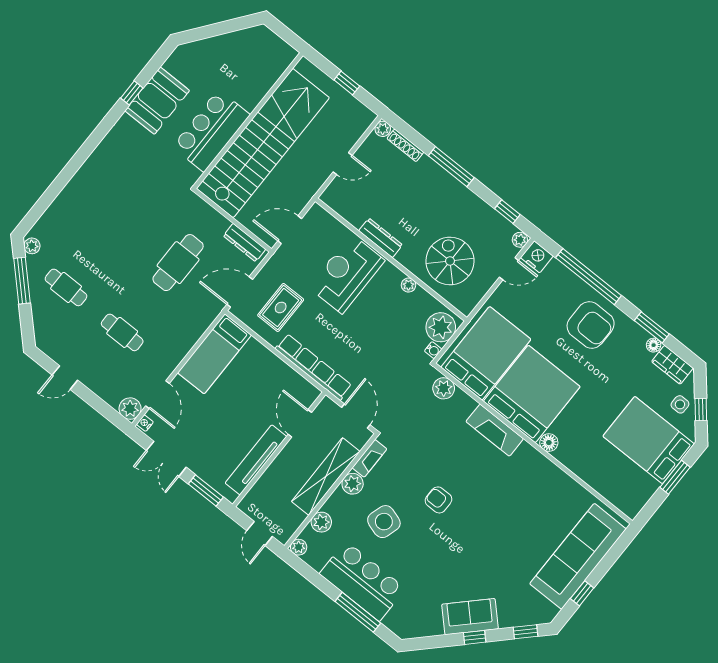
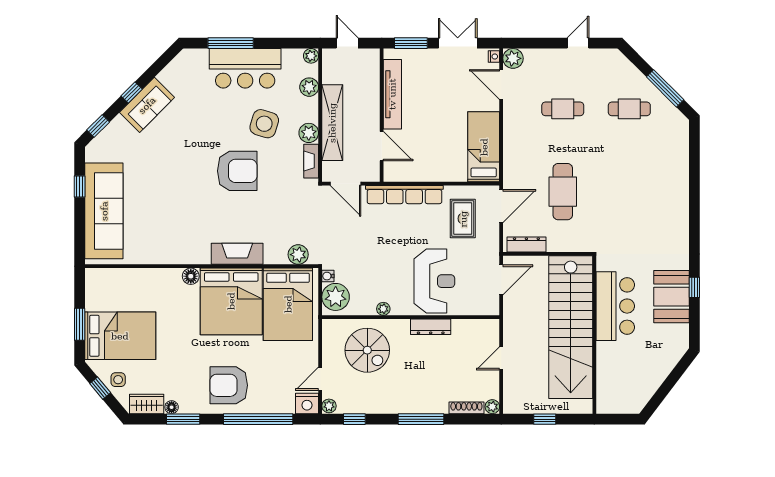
plant: (32, 246) -> (678, 119), removed
armchair: (438, 500) -> (237, 171), width x1.88, depth x1.88

